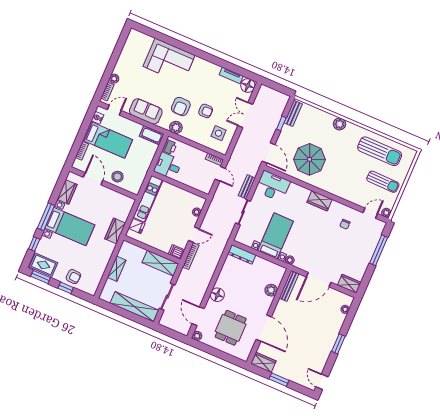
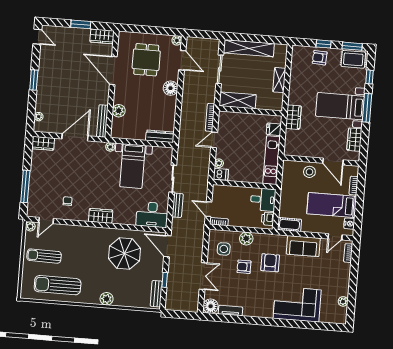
plant: (114, 79) -> (343, 301), moved
plant: (176, 127) -> (246, 239), moved
dishwasher: (177, 252) -> (221, 174), moved

